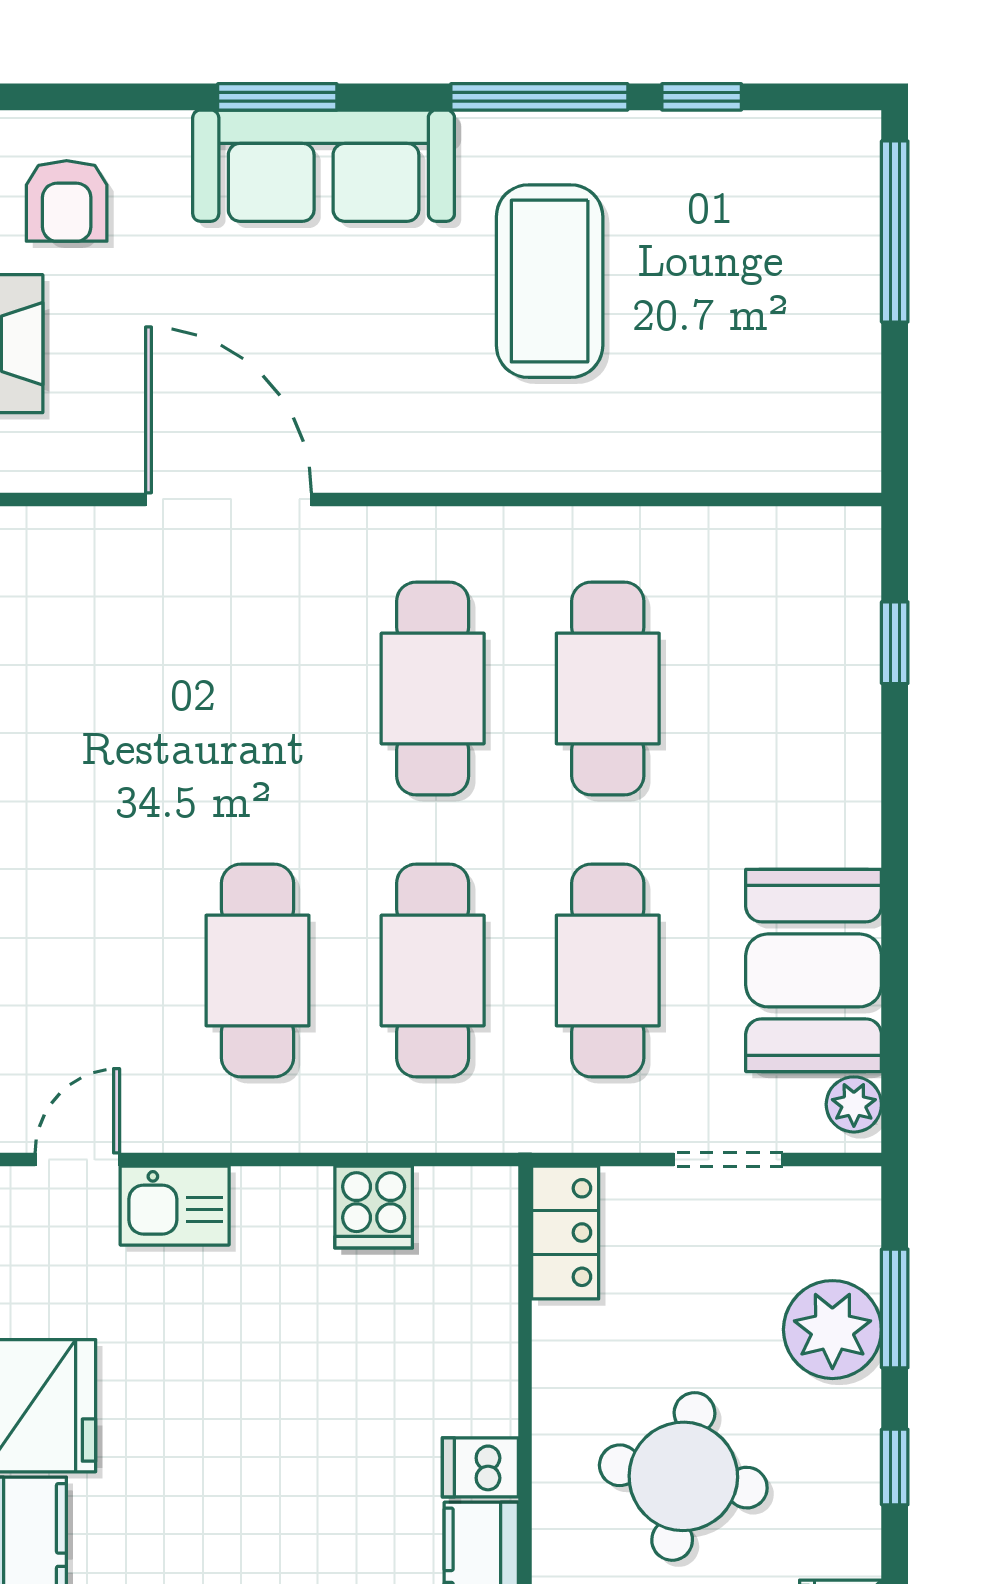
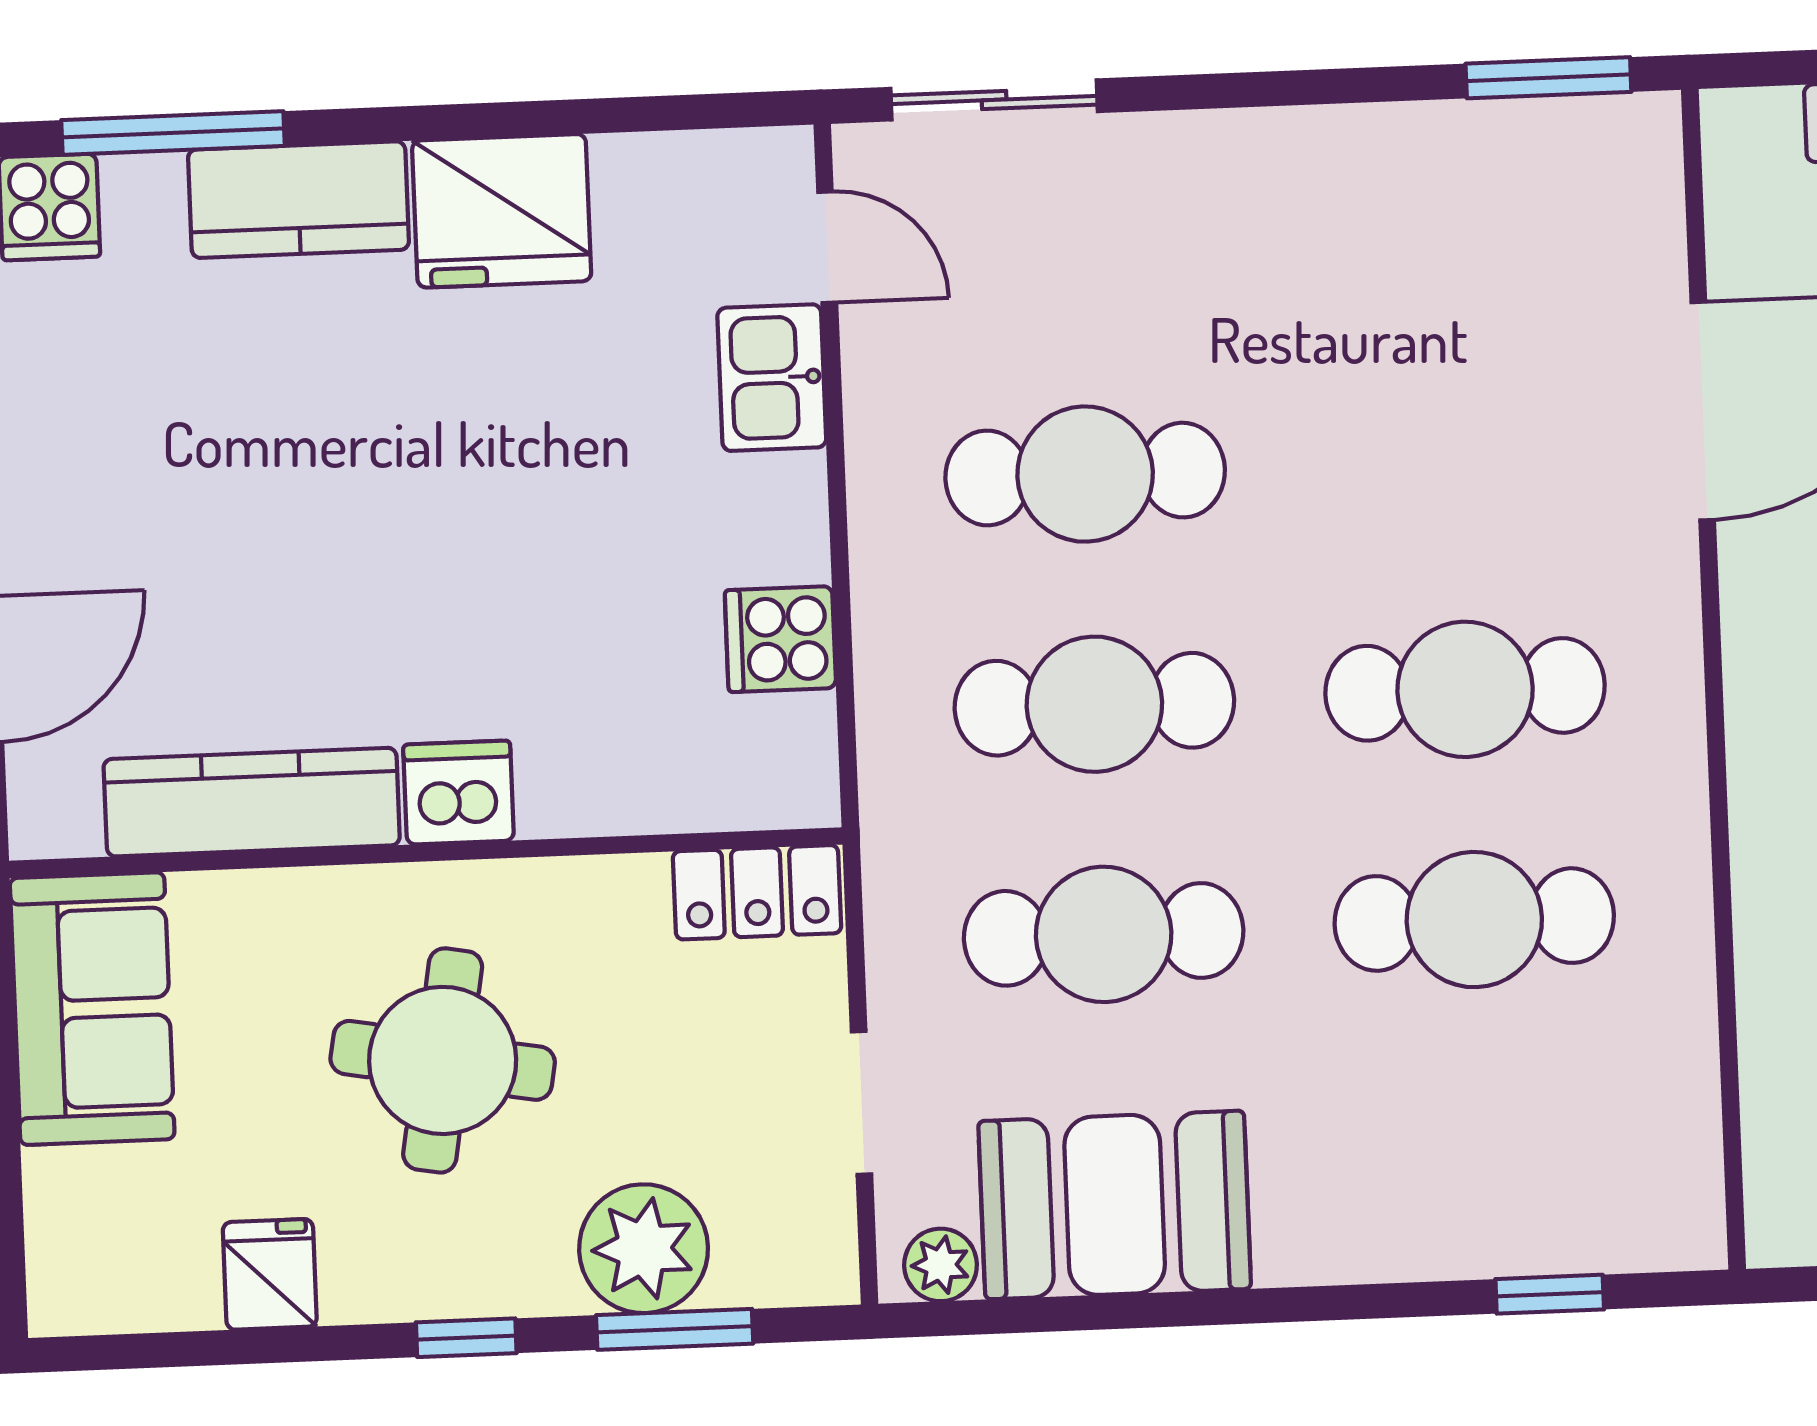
dishwasher: (480, 1467) -> (459, 793), width x1.38

